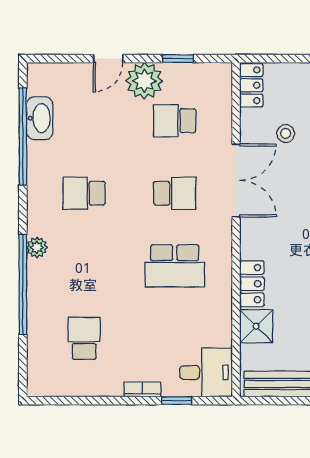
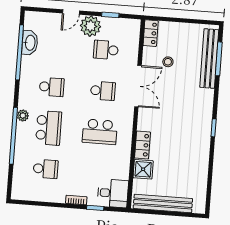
school desk: (84, 193) -> (52, 87), turned 180
school desk: (84, 266) -> (49, 128), added
school desk: (84, 338) -> (46, 169), turned 90

